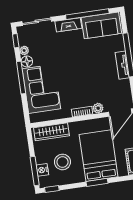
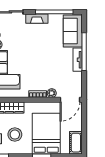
sofa: (101, 25) -> (73, 31), moved, turned 90

